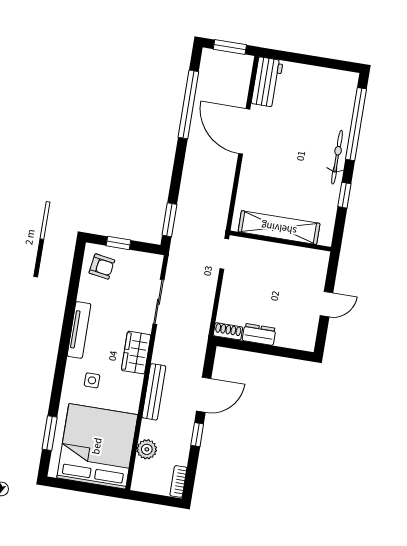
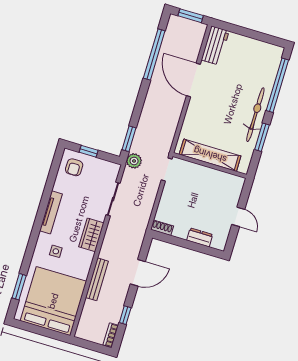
bicycle: (337, 157) -> (255, 115), width x1.37, depth x1.40
window: (344, 195) -> (262, 137), width x1.50
armchair: (102, 267) -> (74, 167), turned 81
door: (327, 304) -> (238, 217), hinge flipped
dresser: (259, 334) -> (200, 237), moved
bench: (154, 392) -> (97, 279), moved
window: (197, 435) -> (125, 315), moved
plant: (147, 449) -> (134, 161), moved

